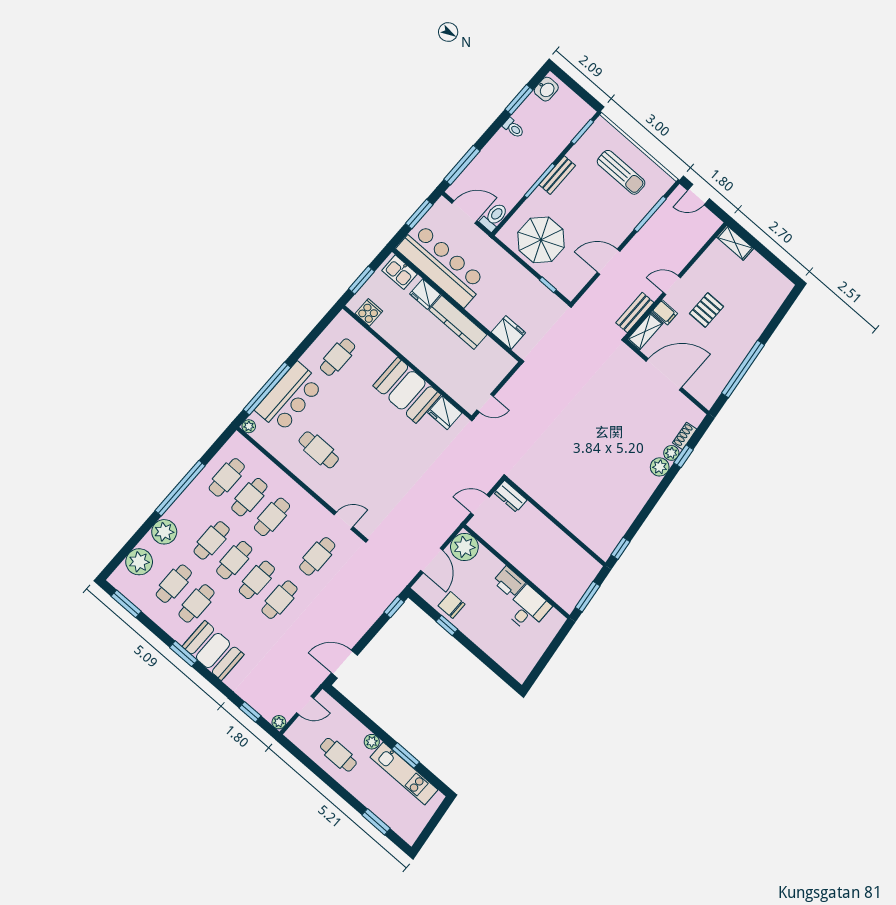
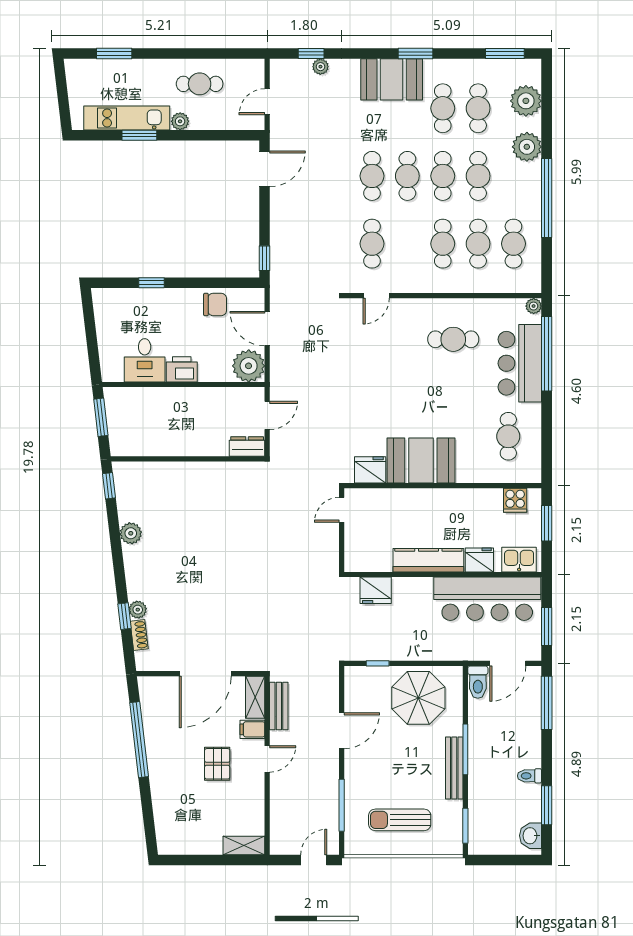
bench: (557, 175) -> (454, 768), width x1.36
plant: (660, 467) -> (131, 533), moved
window: (447, 625) -> (151, 283), moved
plant: (279, 722) -> (320, 67), moved

